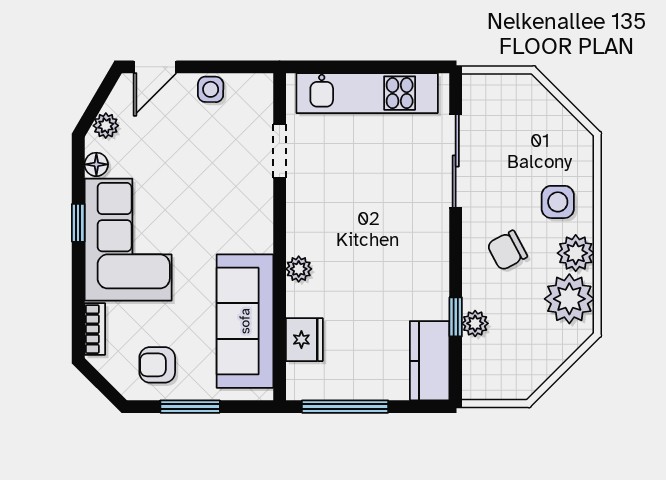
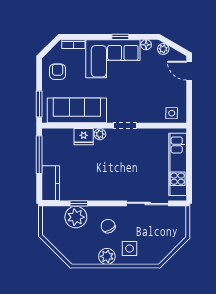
side table: (211, 89) -> (172, 113), moved
doorway: (280, 151) -> (125, 126), moved
plant: (569, 299) -> (87, 254), removed
plant: (475, 323) -> (76, 217), width x1.88, depth x1.88
fridge: (304, 340) -> (84, 137), moved
kitchen counter: (430, 361) -> (51, 183), moved, turned 90
window: (190, 407) -> (39, 104), moved

